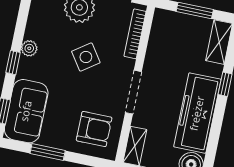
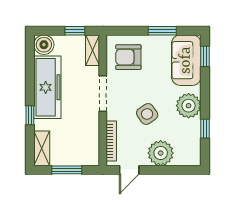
plant: (29, 48) -> (189, 106), width x1.88, depth x1.88
window: (13, 63) -> (205, 129), moved

